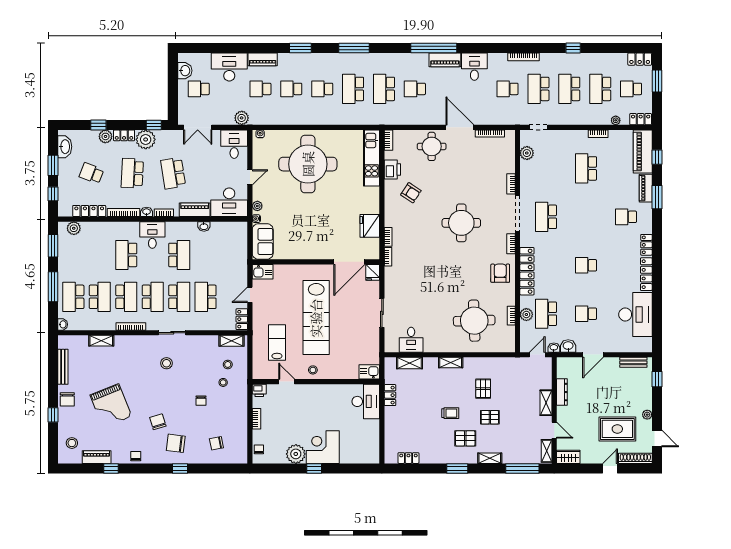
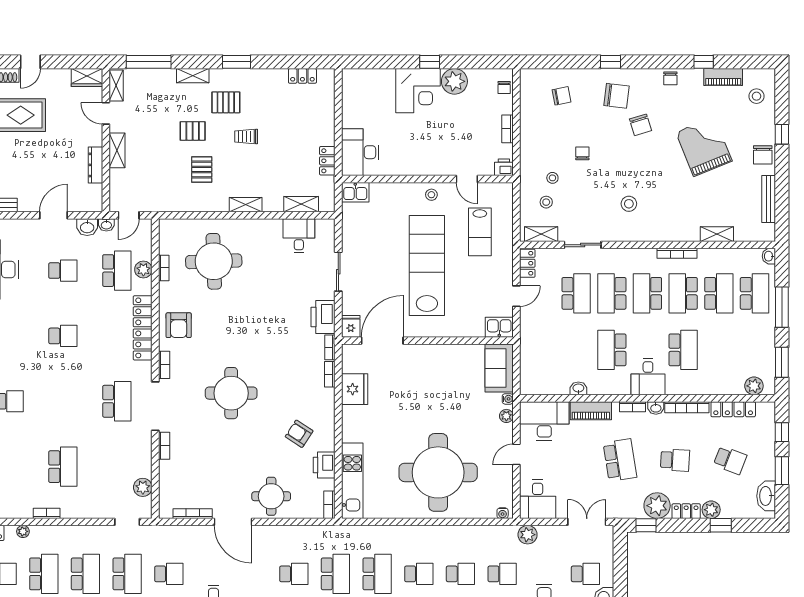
school desk: (132, 173) -> (675, 460), width x0.54
printer: (393, 279) -> (323, 317), added
school desk: (100, 297) -> (719, 293), turned 180
sliding door: (172, 333) -> (583, 245), moved
chair: (67, 399) -> (763, 155), turned 180

